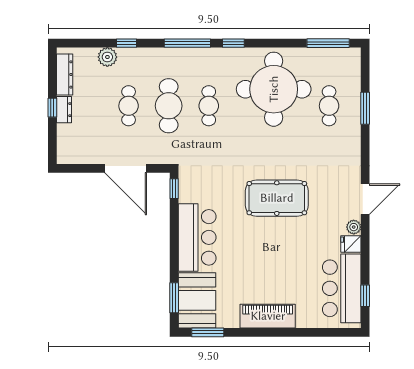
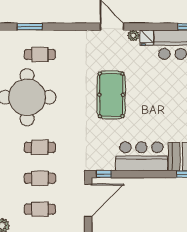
cafe table: (169, 106) -> (40, 178), width x0.73, depth x0.74
window: (365, 108) -> (30, 27), moved
door: (126, 168) -> (88, 200), moved

